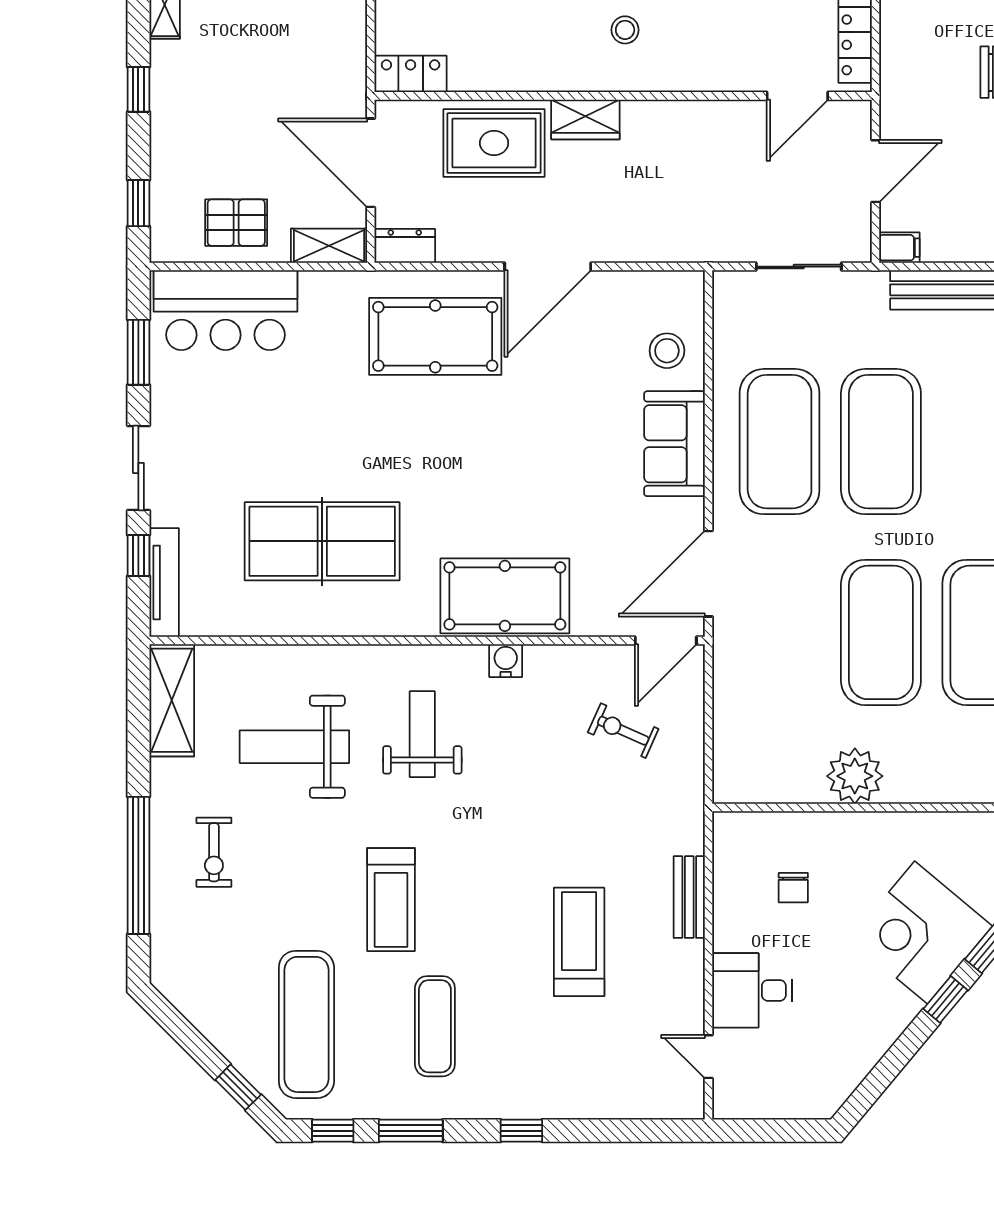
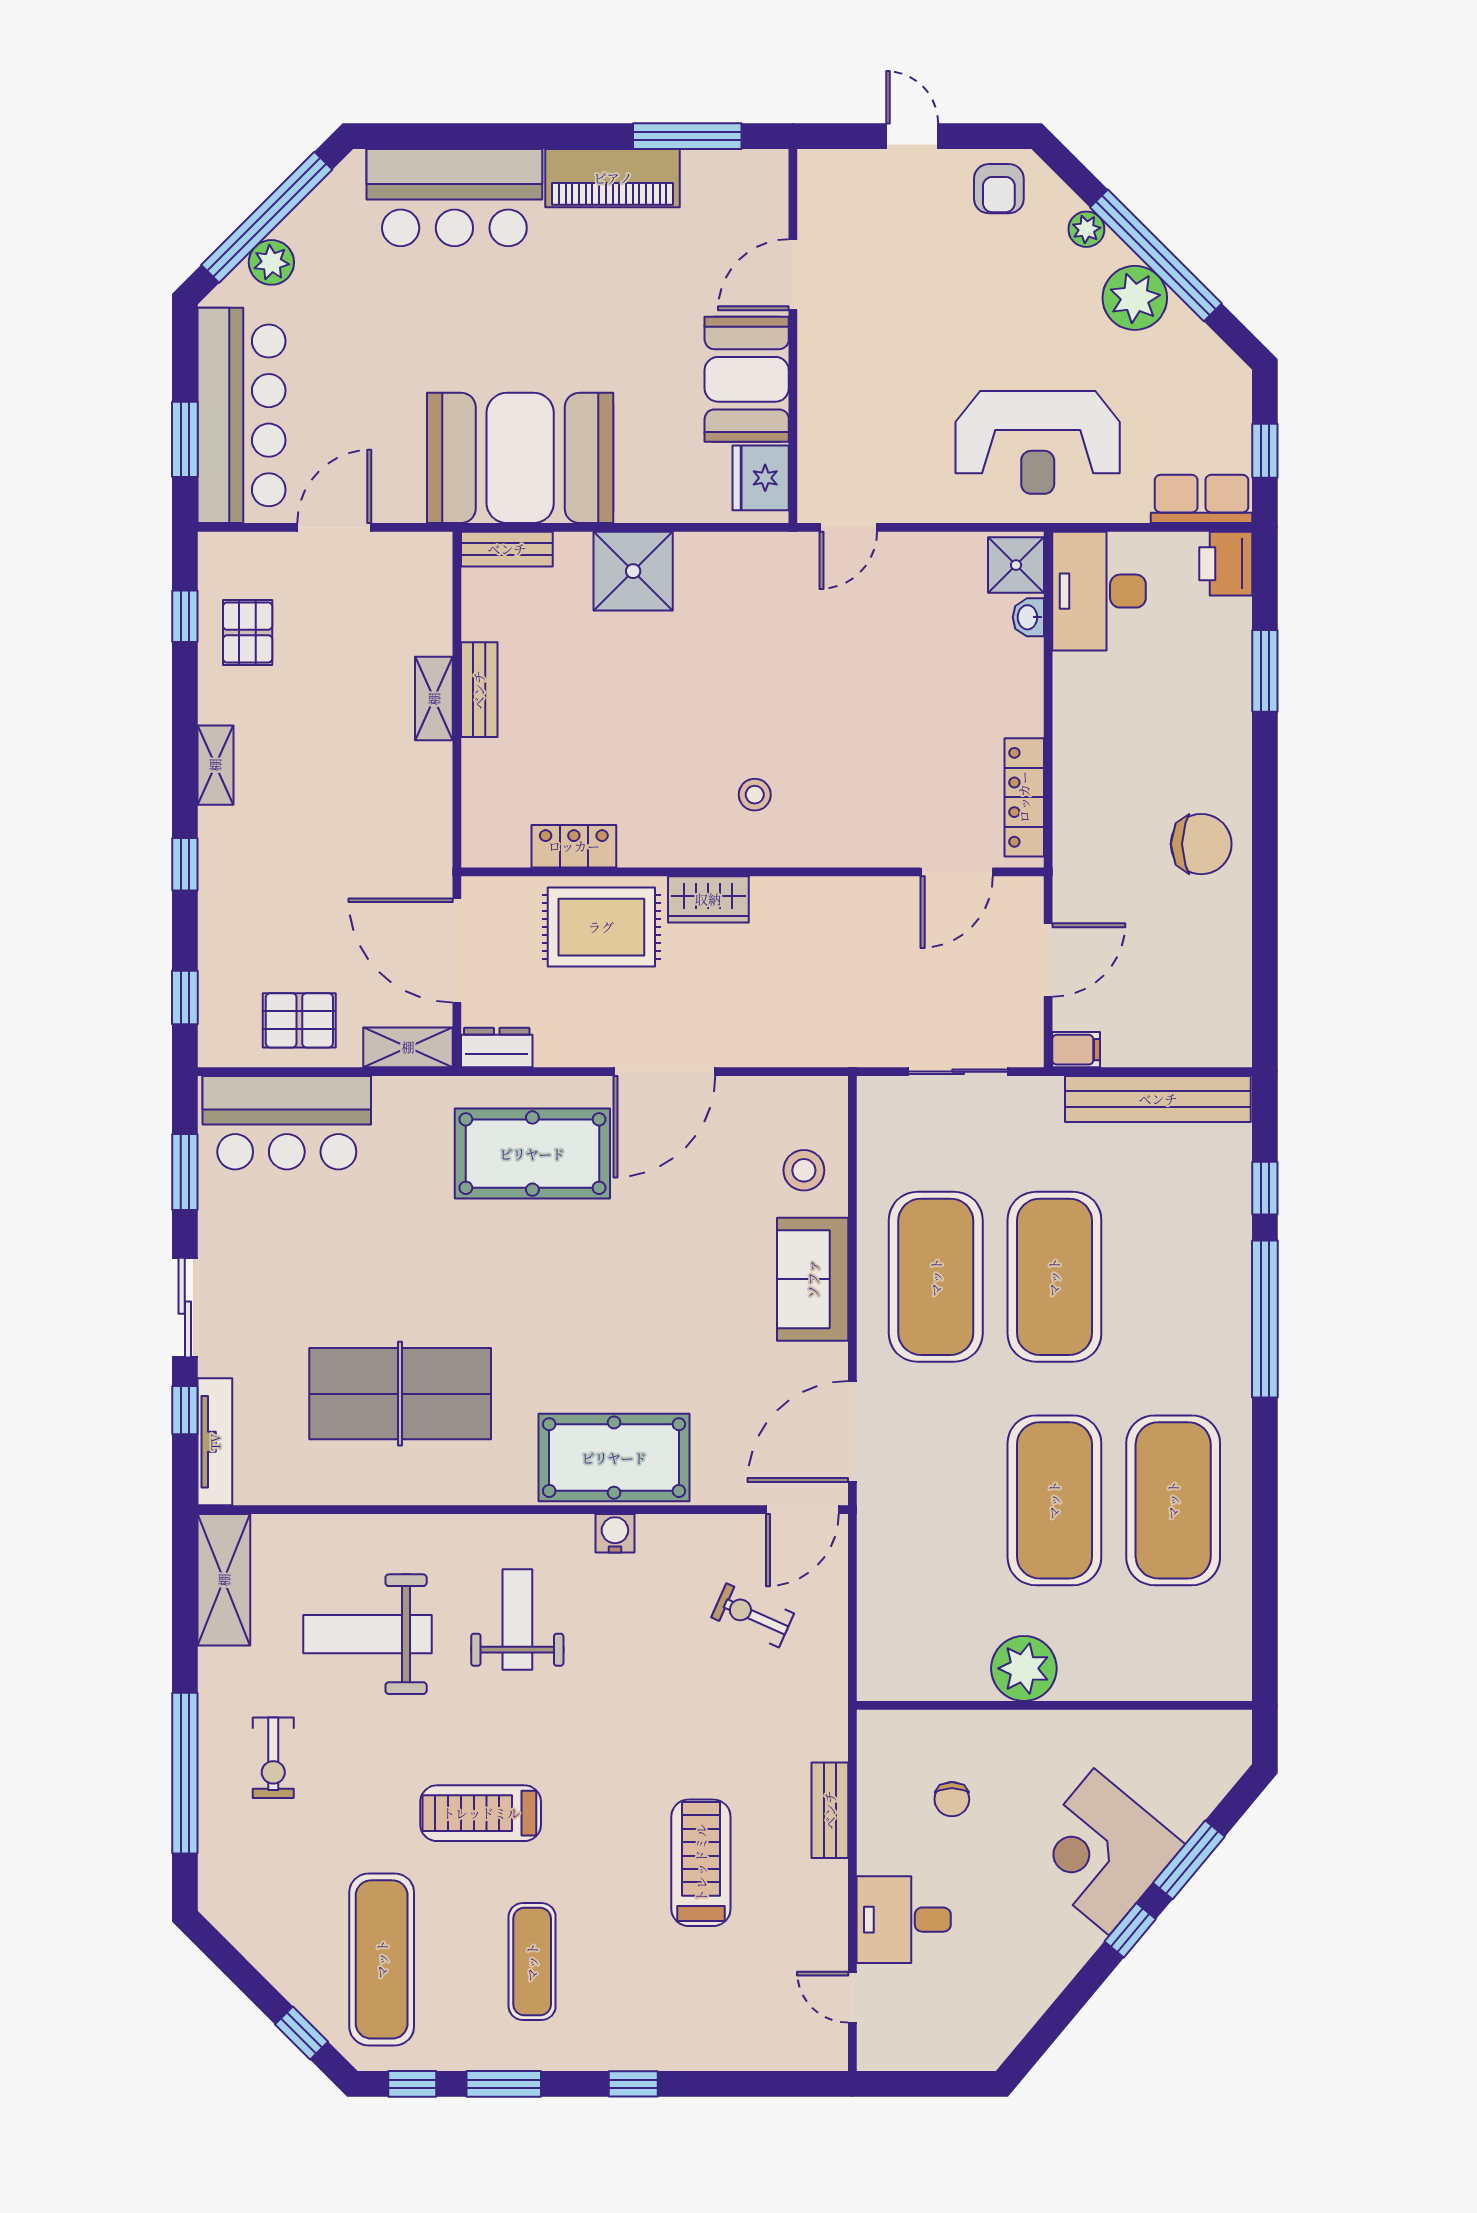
locker: (411, 74) -> (574, 846), moved
treadmill: (391, 900) -> (481, 1813), turned 90

